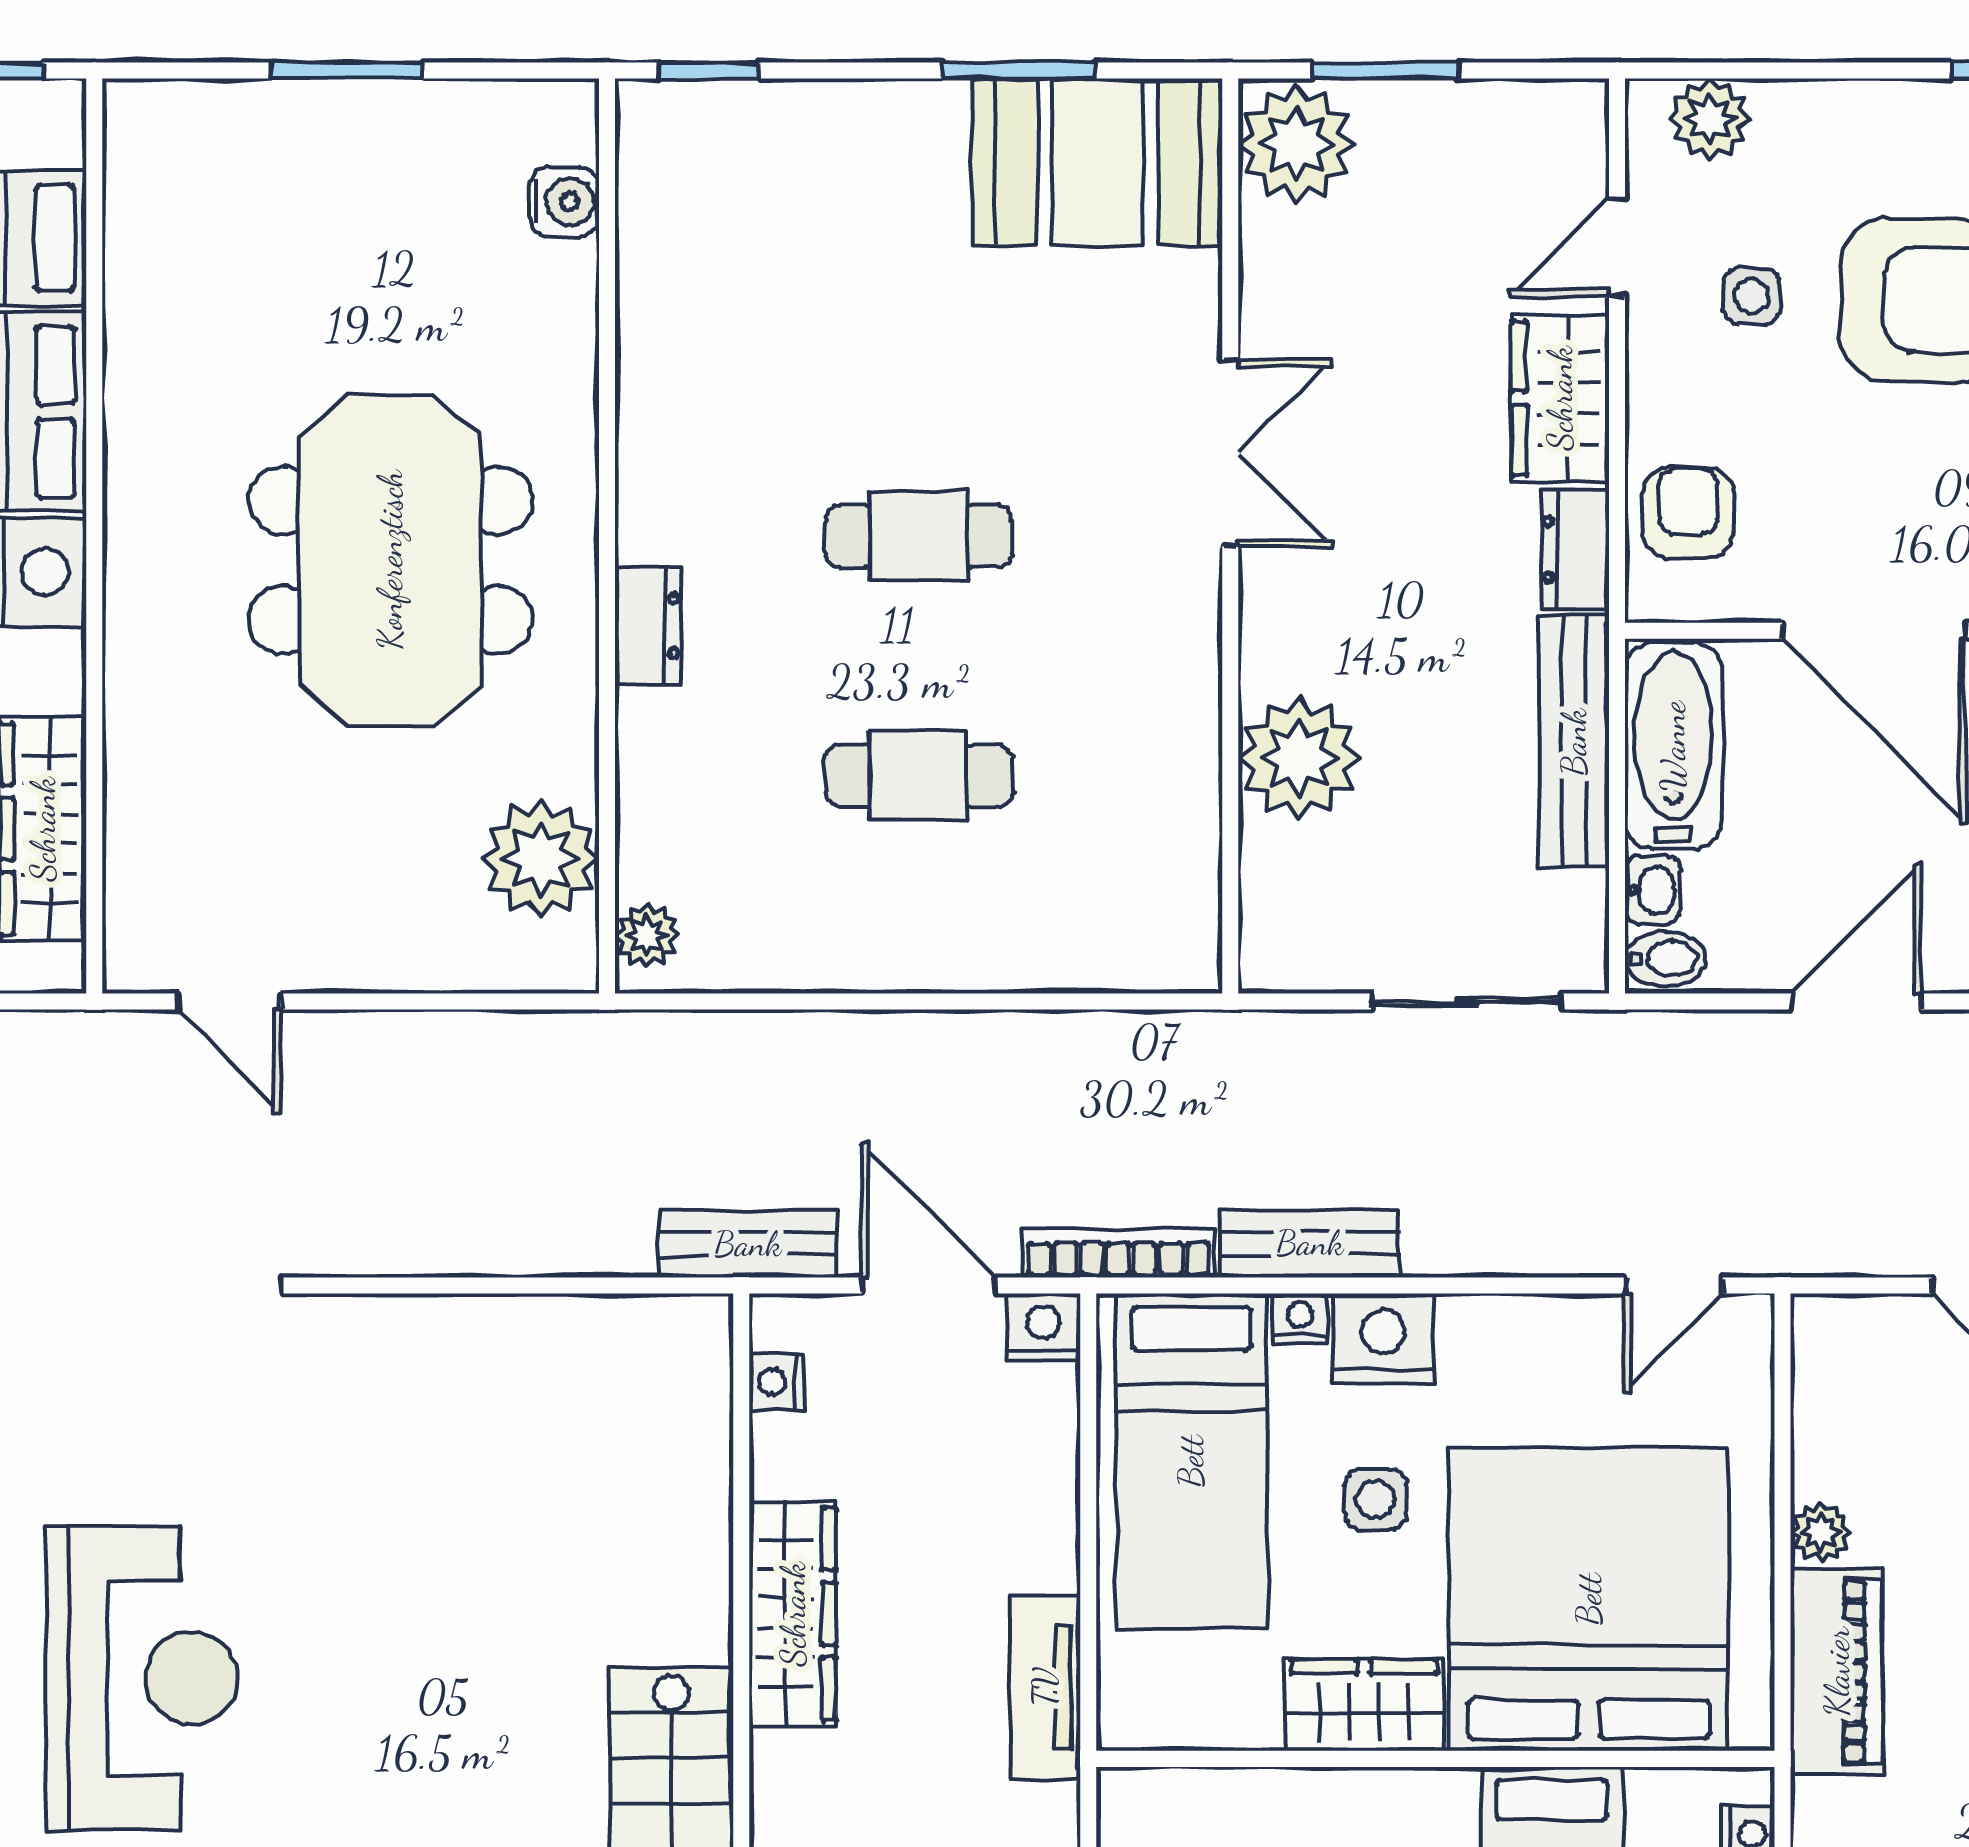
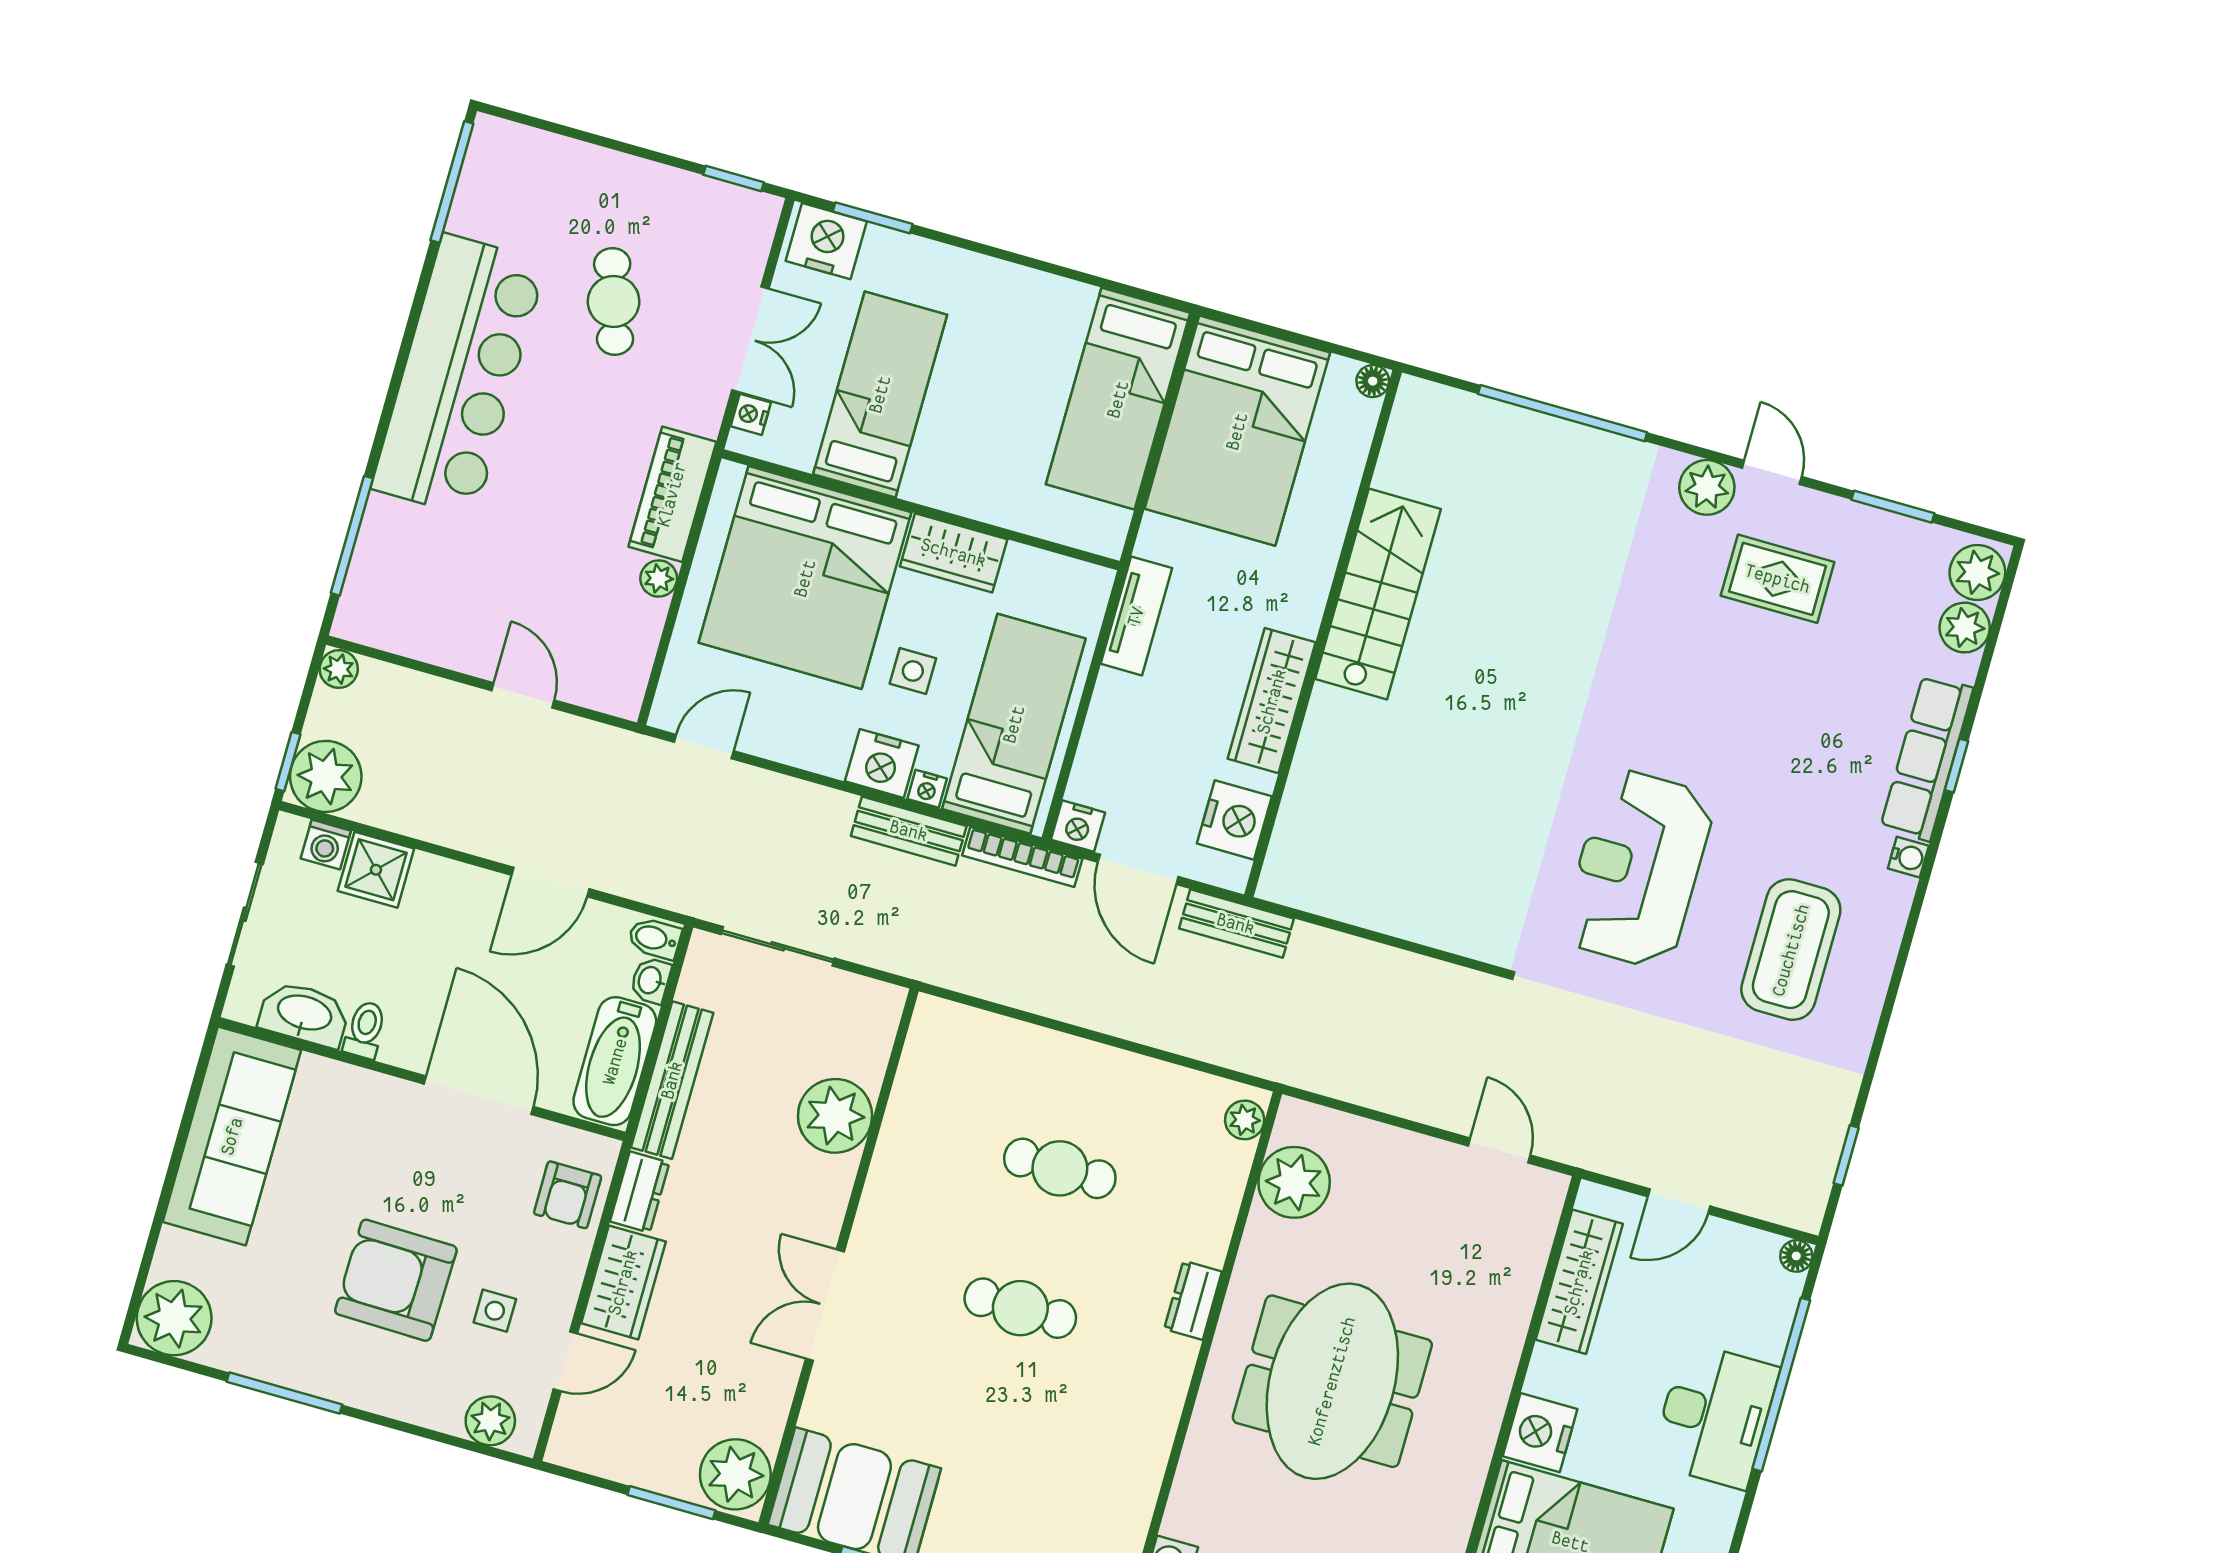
nightstand: (776, 1382) -> (1234, 820), width x1.89, depth x1.79
reception desk: (142, 1678) -> (1638, 869), moved

